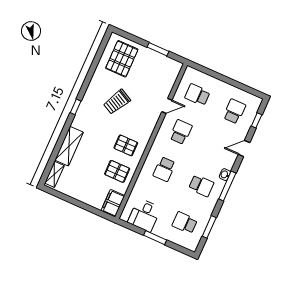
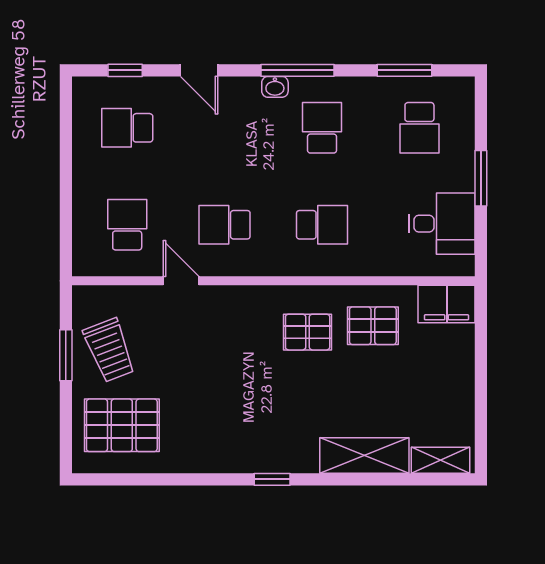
school desk: (197, 95) -> (127, 225), turned 180
trolley: (117, 102) -> (109, 350), moved, turned 41
pallet: (126, 145) -> (308, 332), turned 90
pallet: (117, 171) -> (373, 326), turned 90

